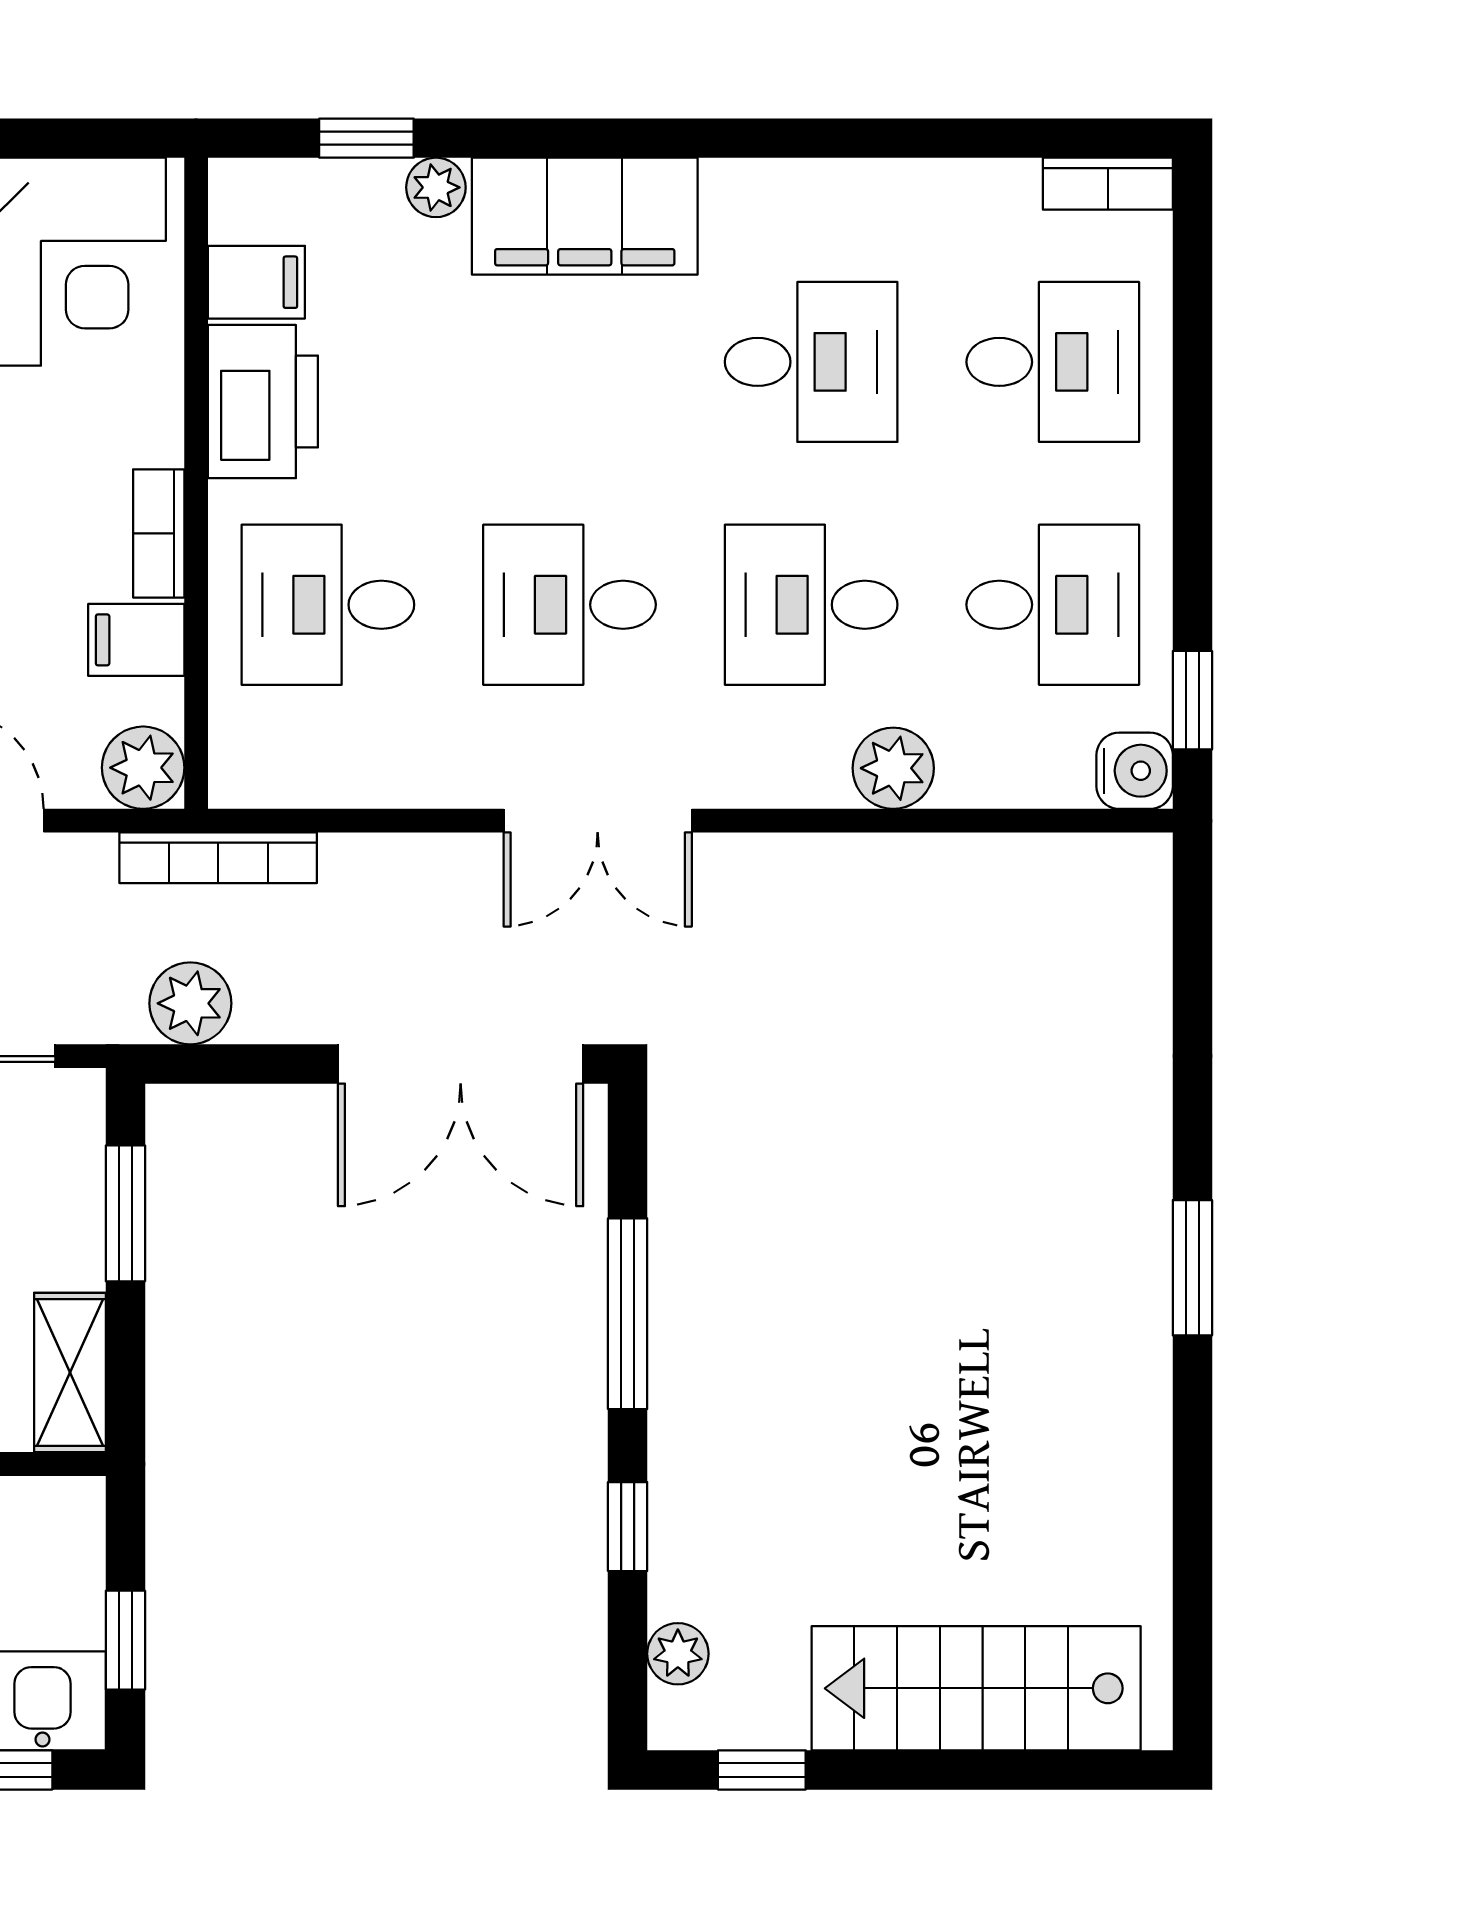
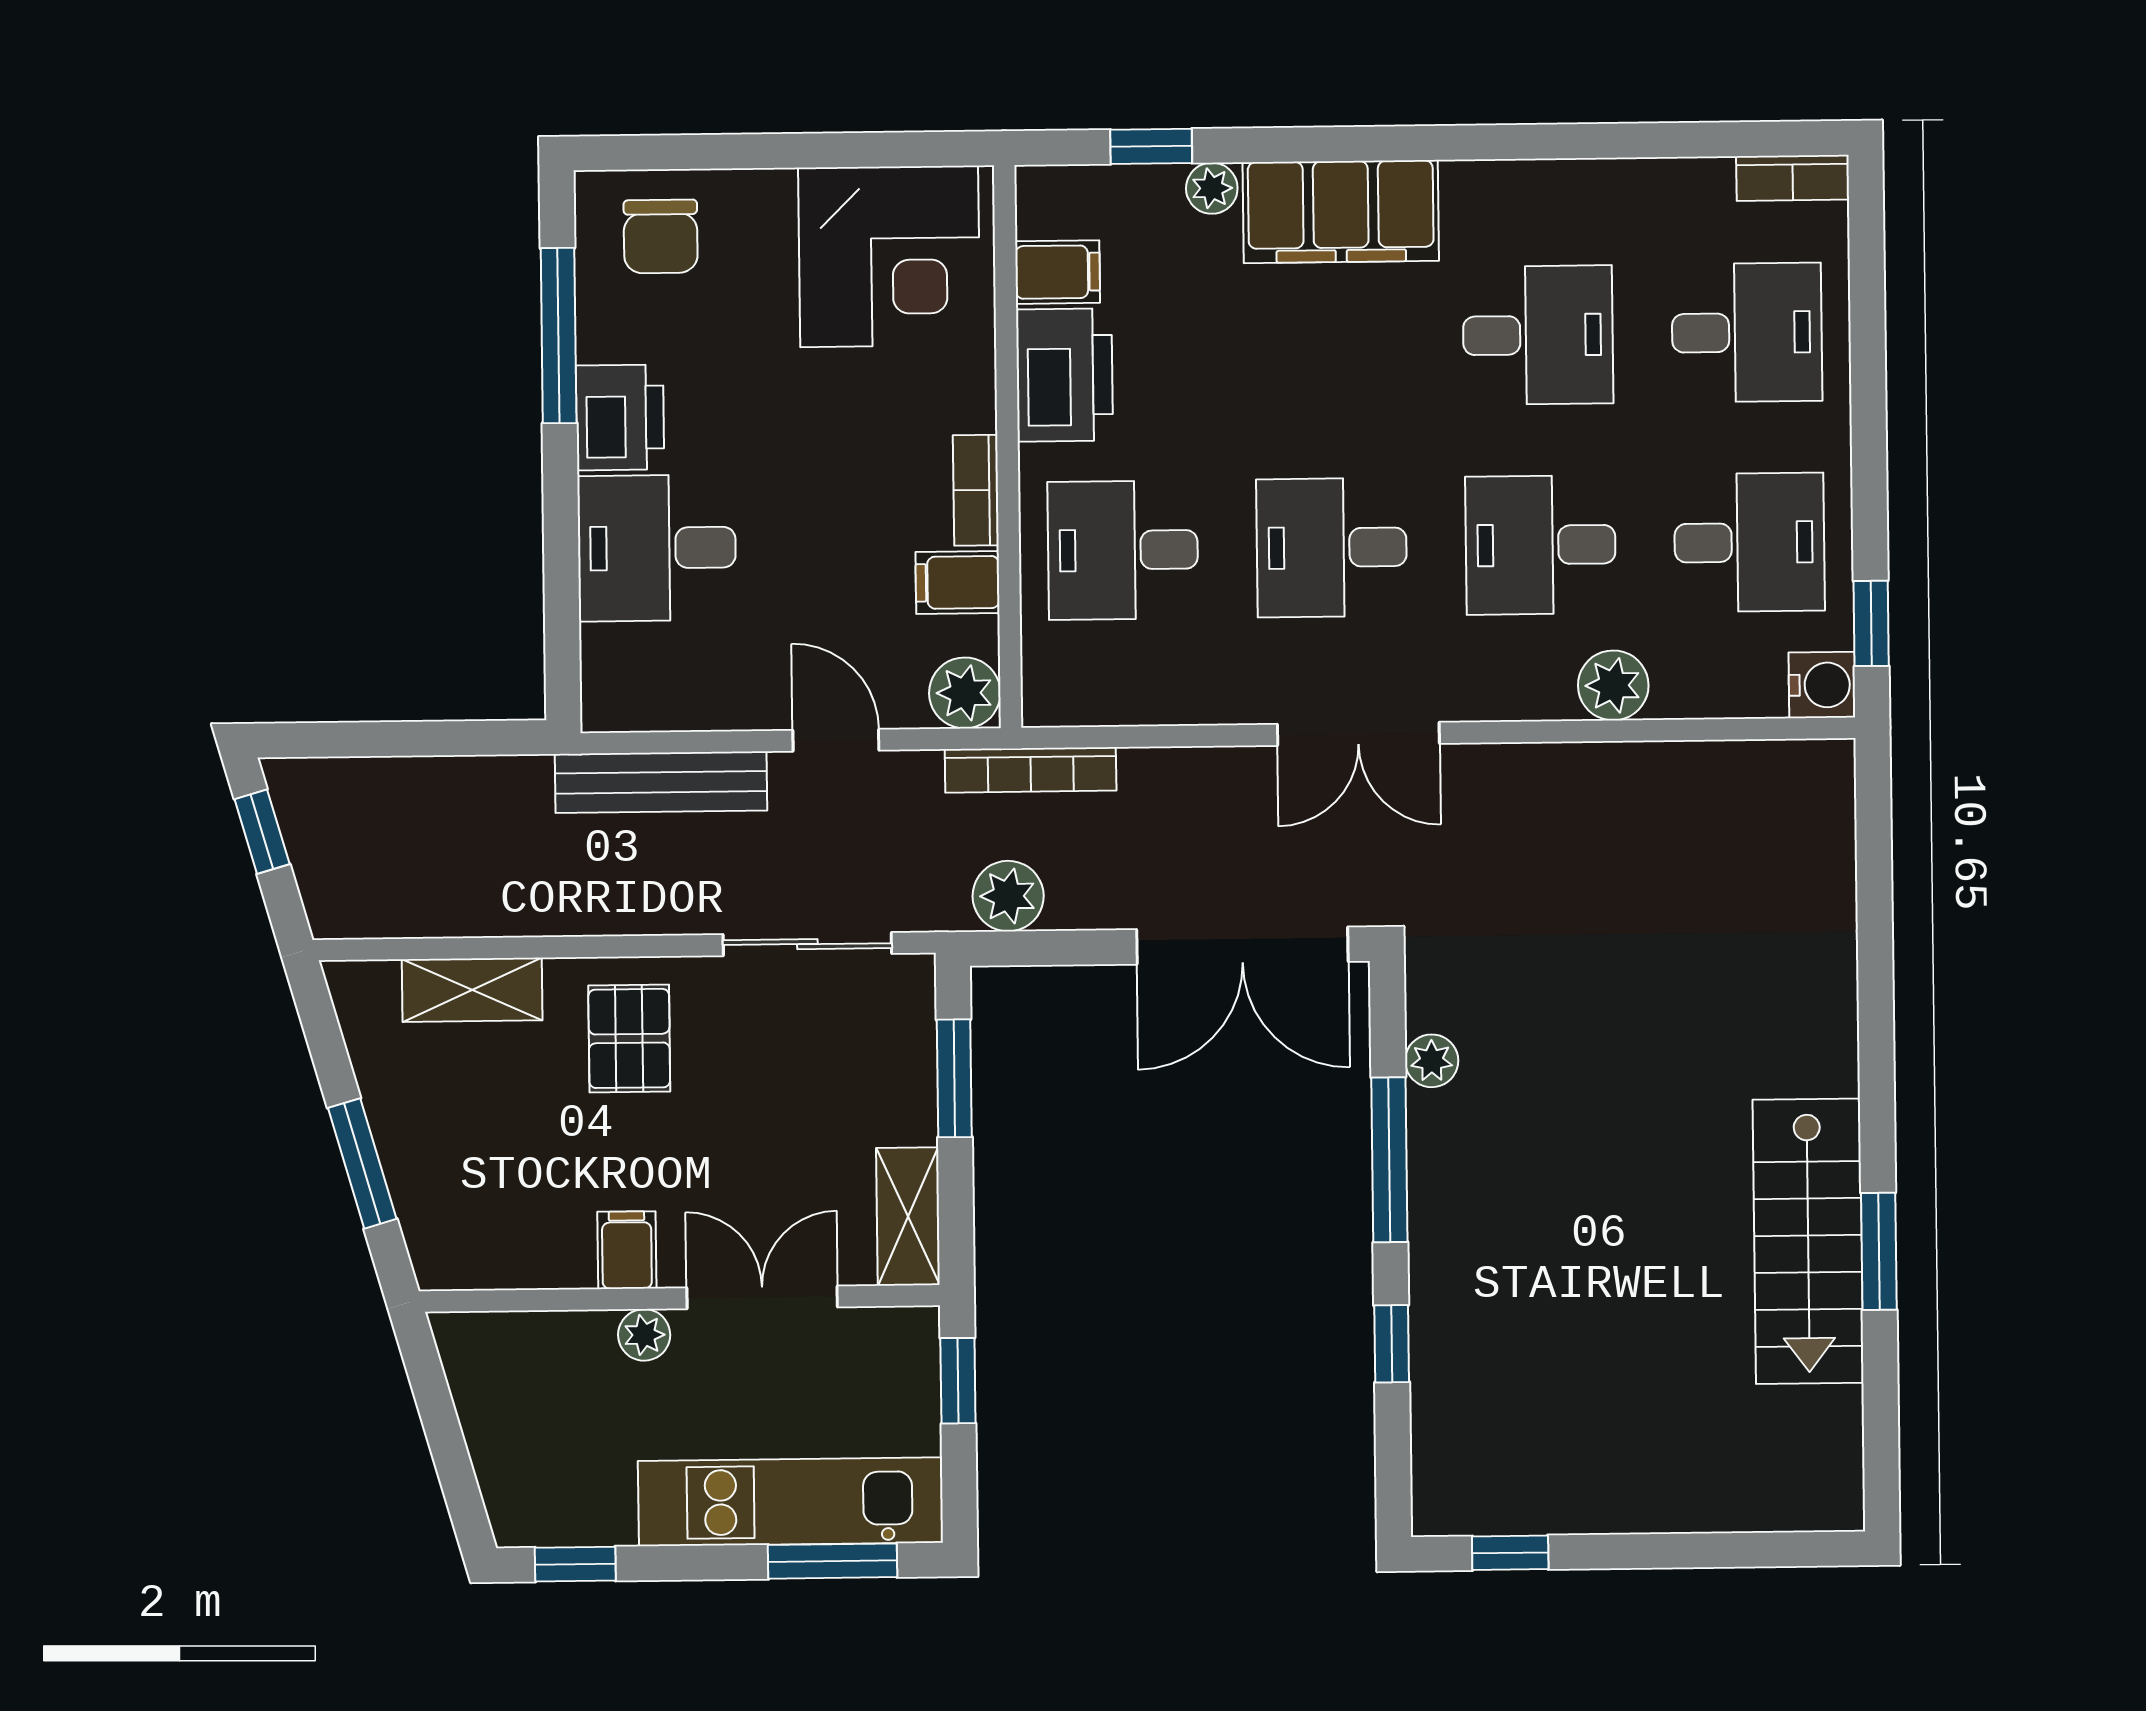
window: (1192, 1268) -> (1879, 1251), moved
window: (125, 1640) -> (958, 1381), moved
plant: (678, 1654) -> (1432, 1061), moved
stairs: (976, 1688) -> (1808, 1241), moved, turned -90

